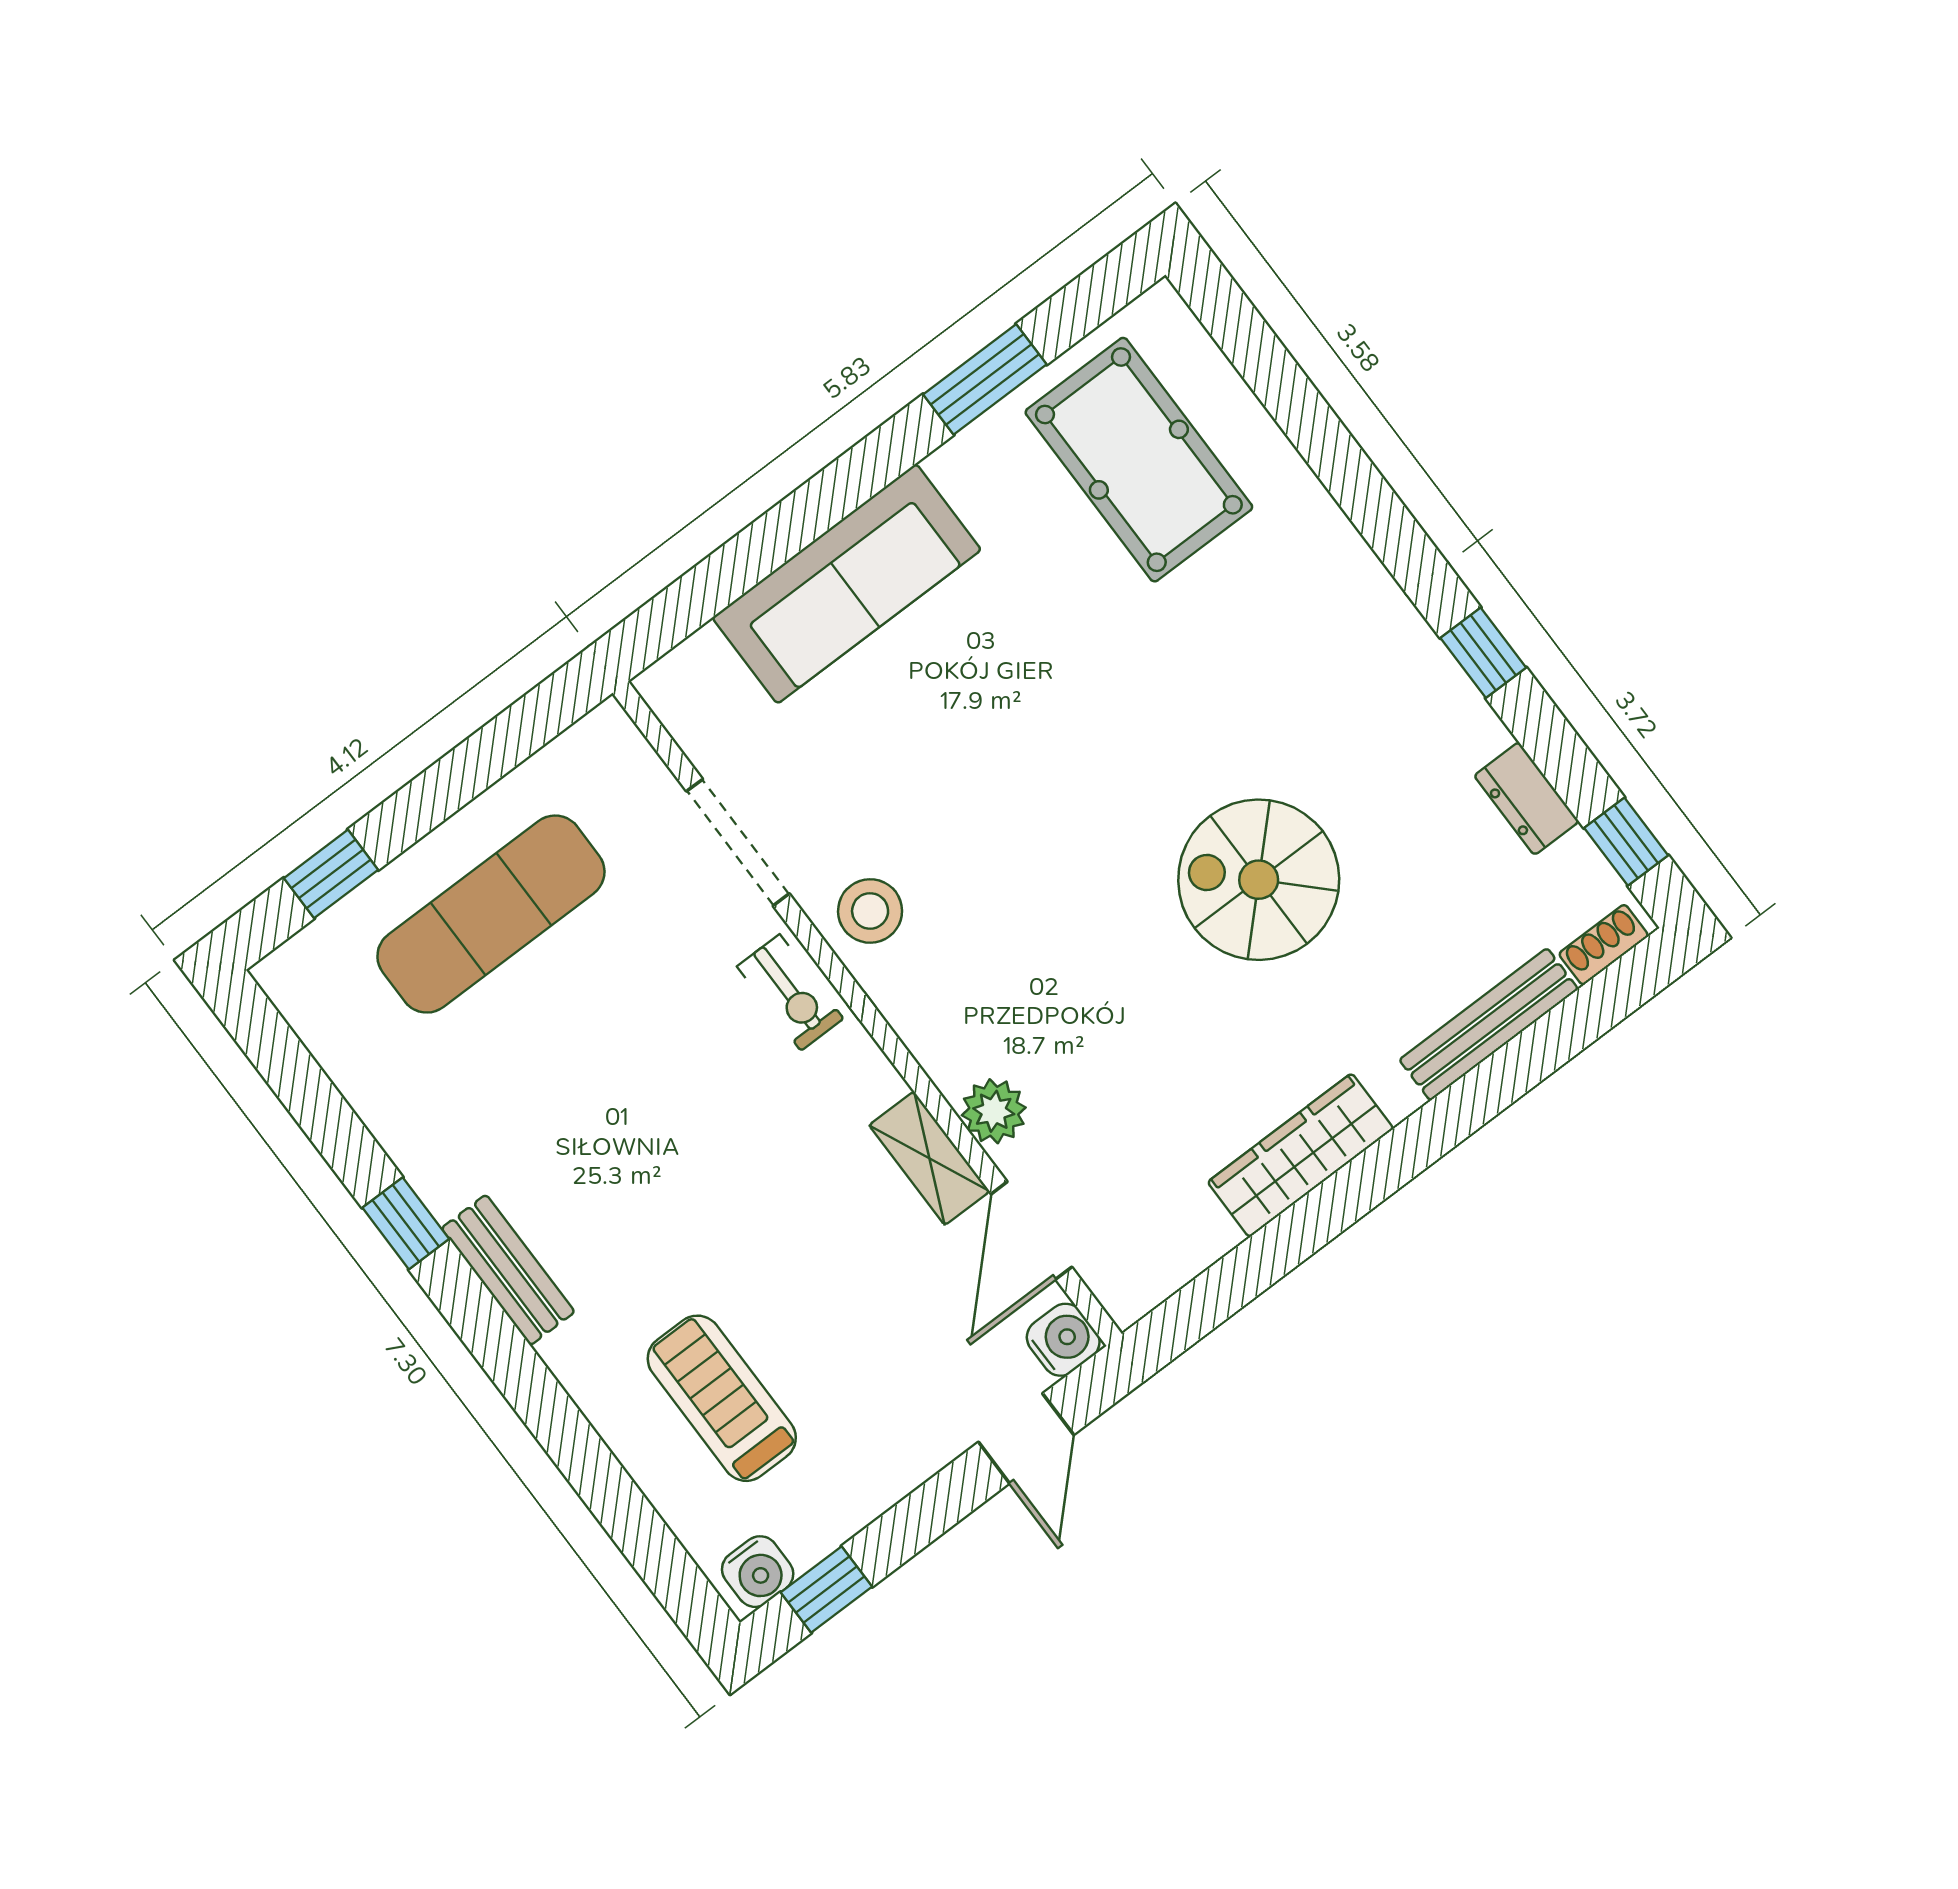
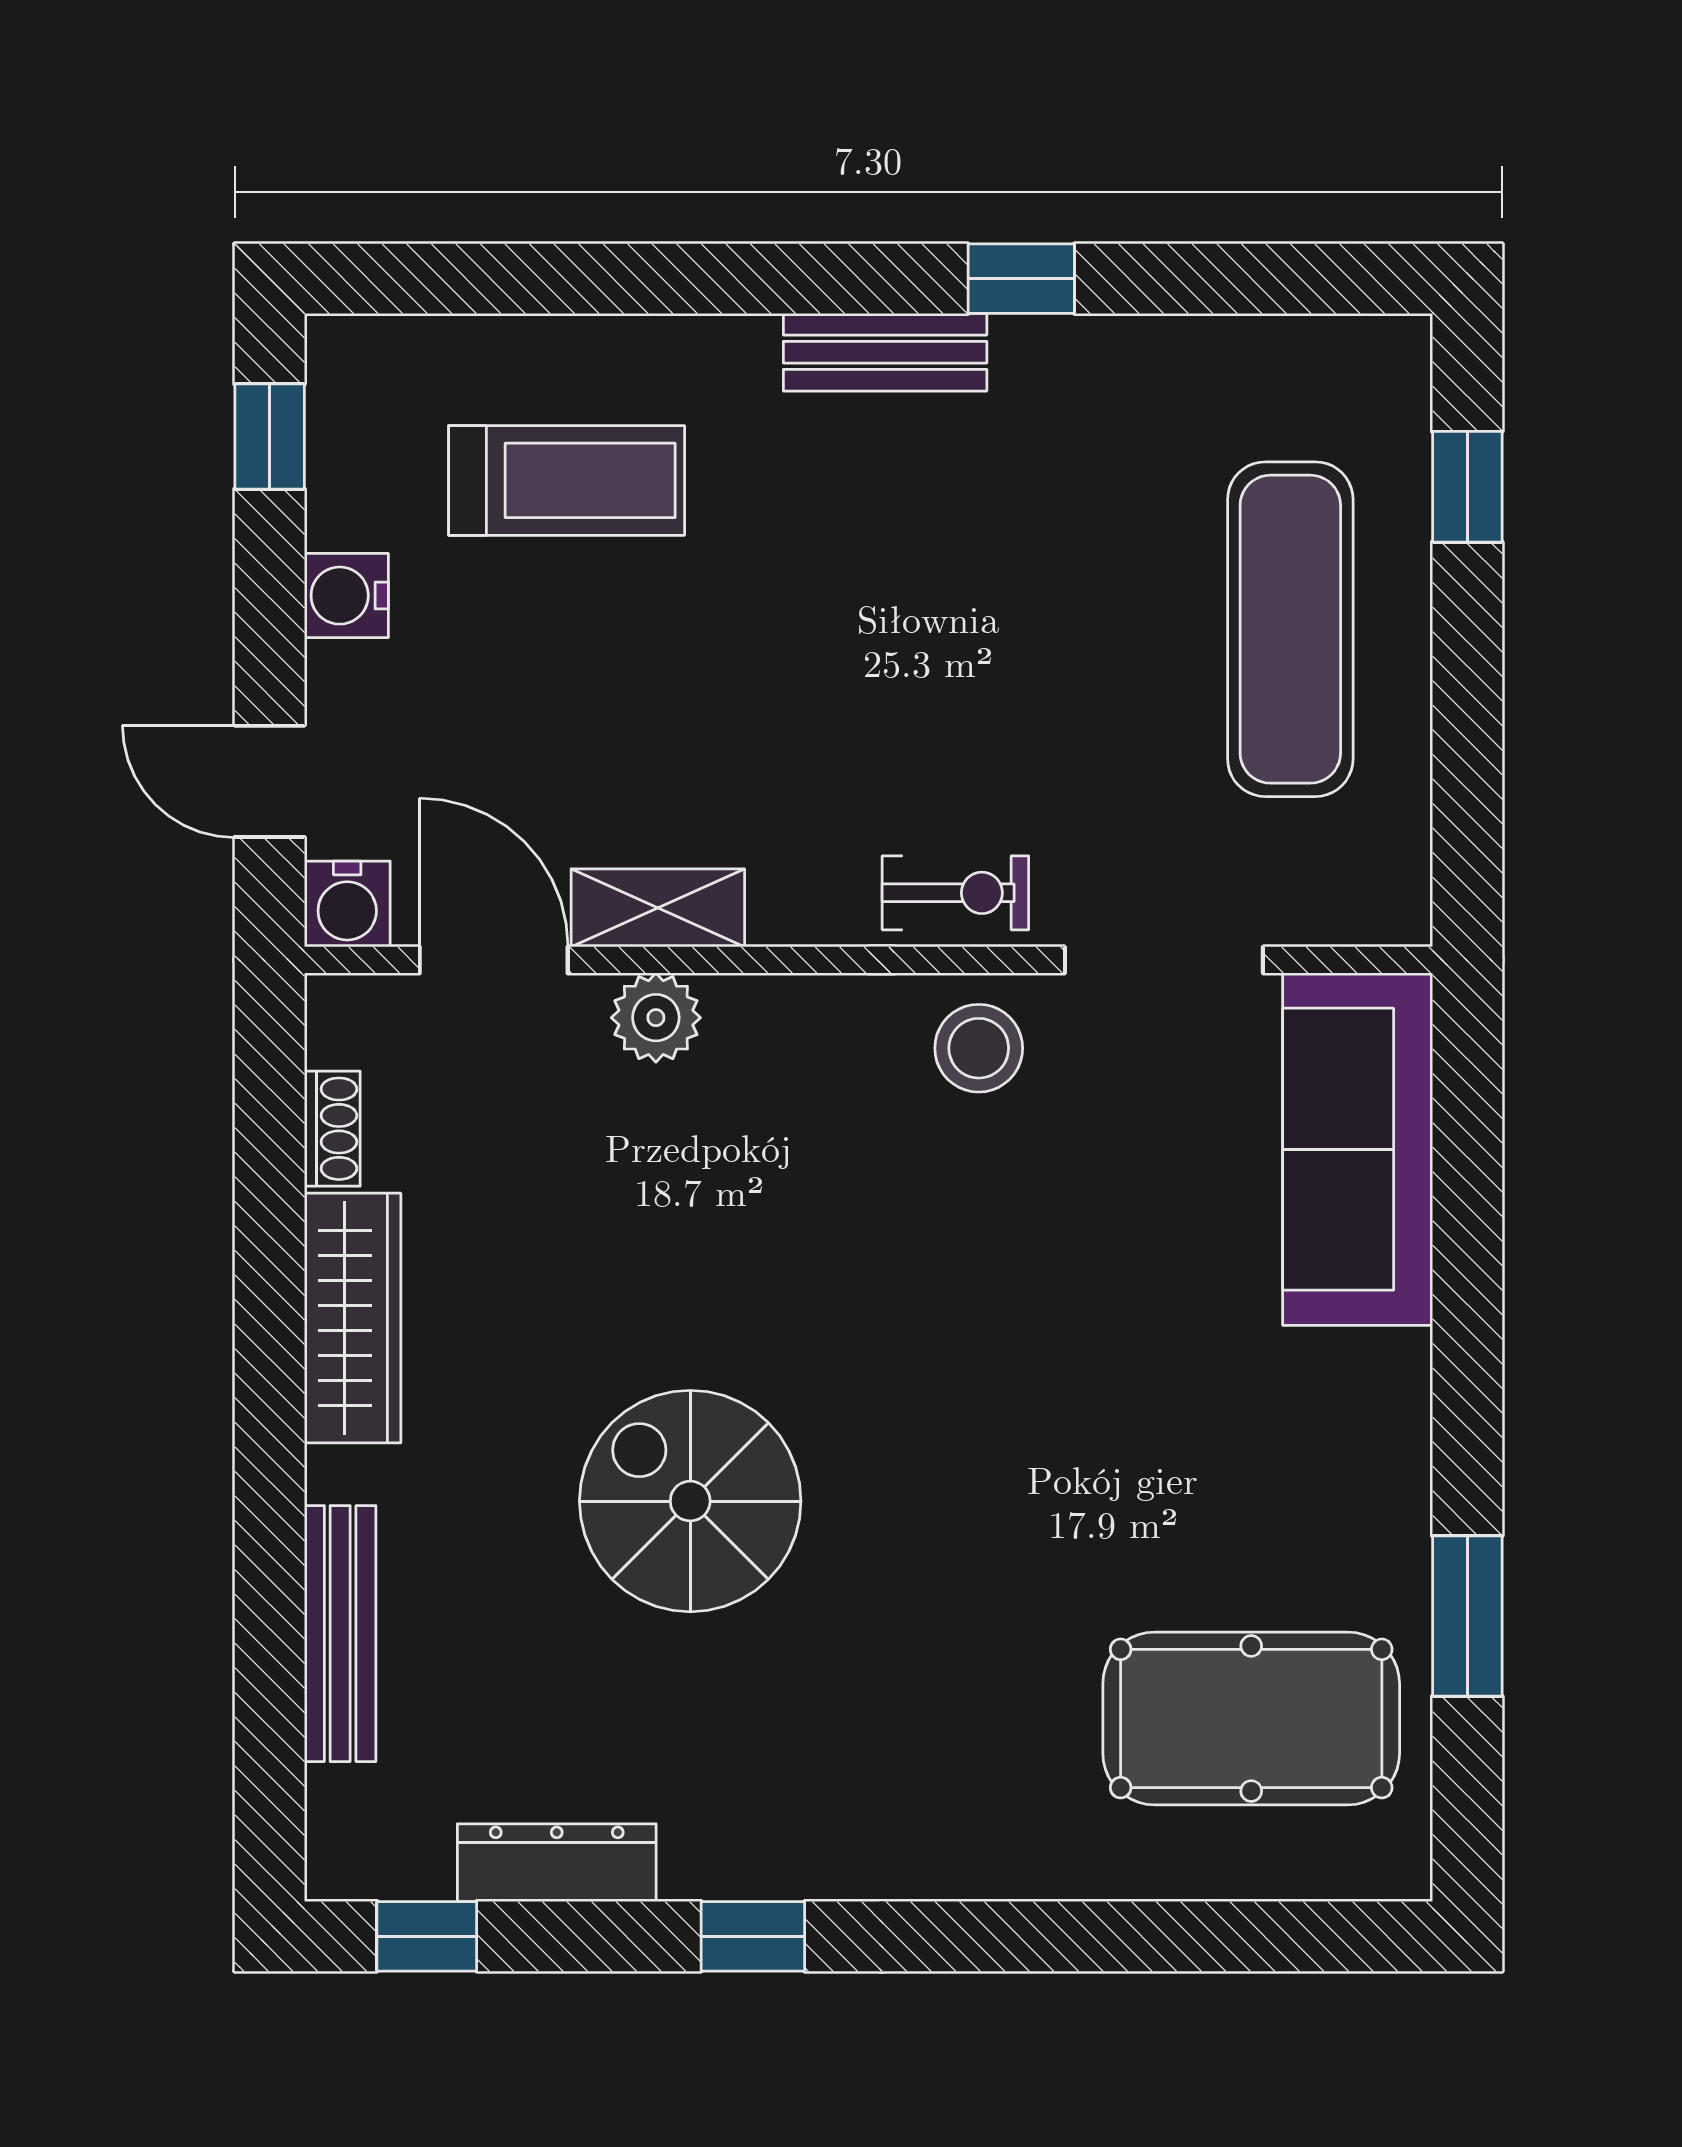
sofa: (847, 584) -> (1358, 1149), moved
dresser: (1527, 799) -> (557, 1863), width x1.44
spiral stairs: (1259, 880) -> (690, 1501), turned -90
shoe rack: (1604, 945) -> (332, 1129), moved
exercise bike: (790, 992) -> (955, 893), turned 180
water cooler: (758, 1572) -> (346, 596), moved

